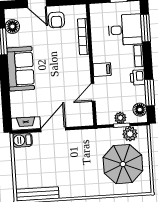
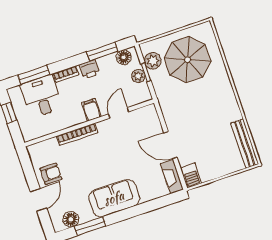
bookcase: (83, 37) -> (77, 134), moved
door: (93, 92) -> (119, 113), swing flipped

